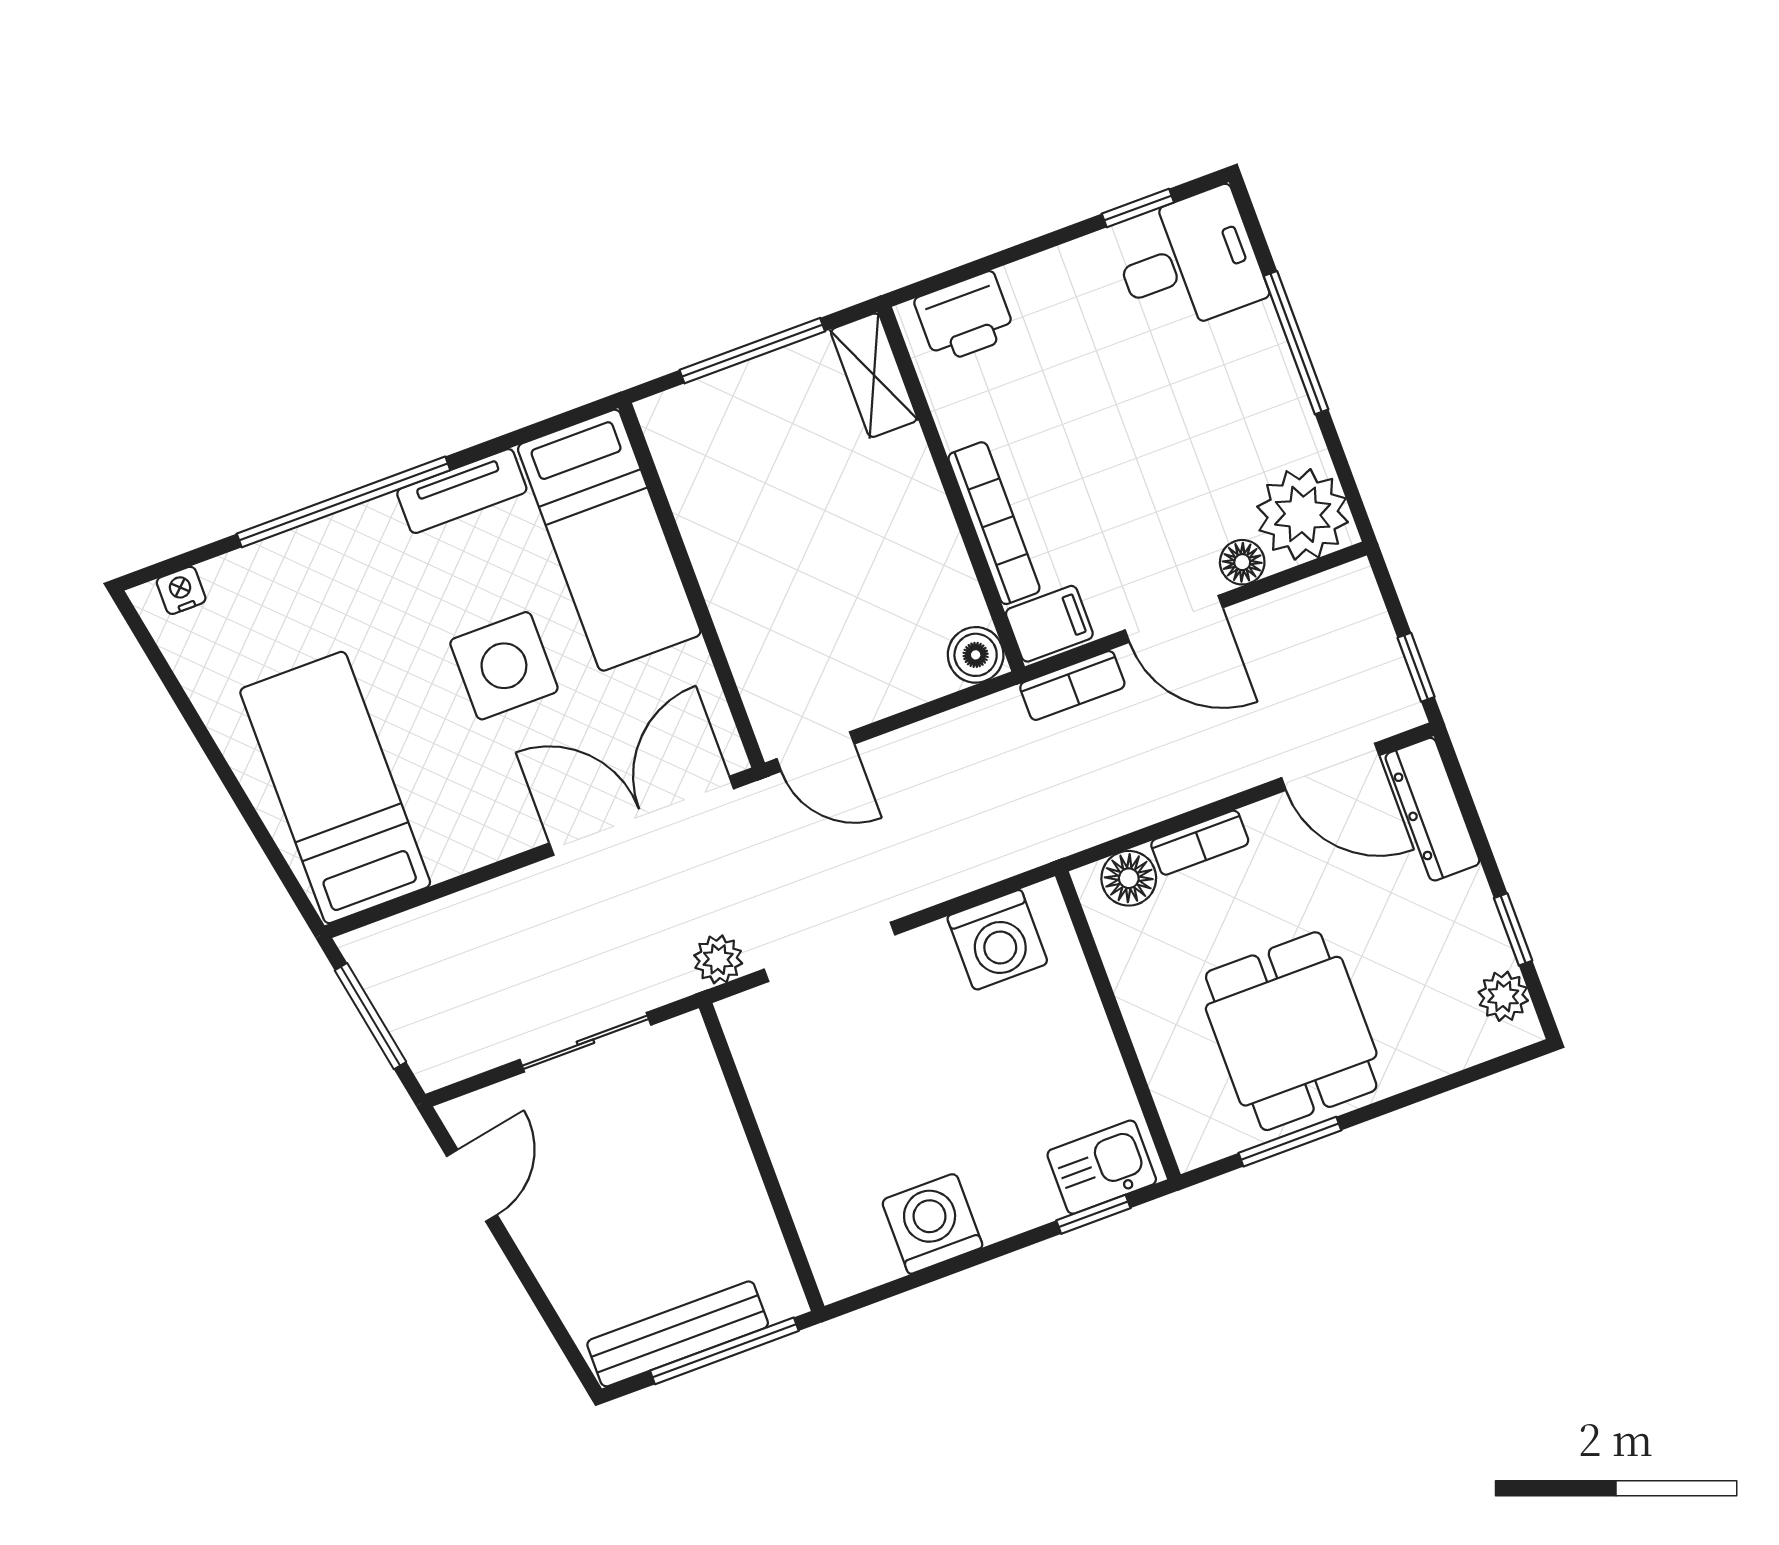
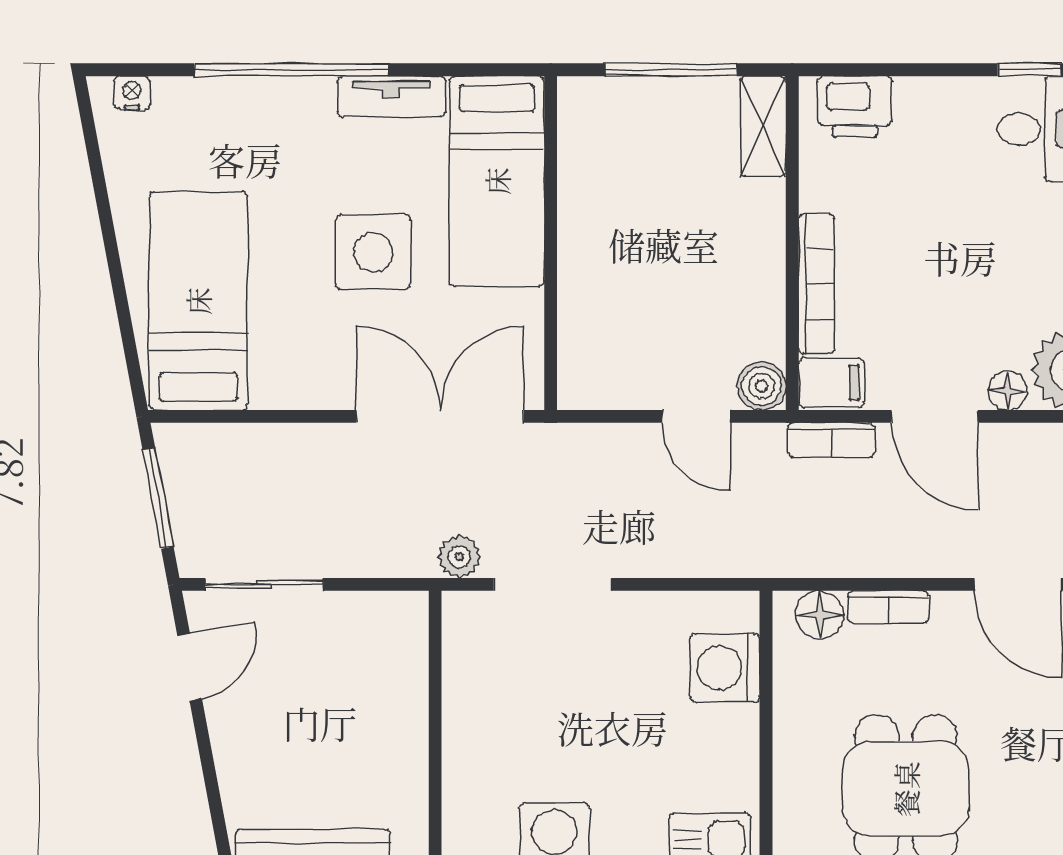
door: (816, 751) -> (696, 416), moved
washing machine: (997, 940) -> (725, 668), moved, turned 90
sliding door: (585, 1042) -> (264, 584), moved

